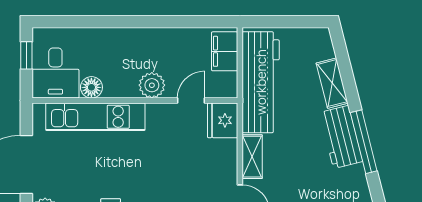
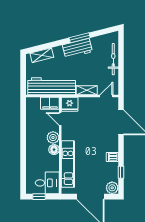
filing cabinet: (225, 51) -> (50, 103), moved
shelving: (332, 83) -> (42, 55), moved
floor lamp: (91, 87) -> (54, 150), moved
window: (364, 142) -> (80, 38), width x0.69

